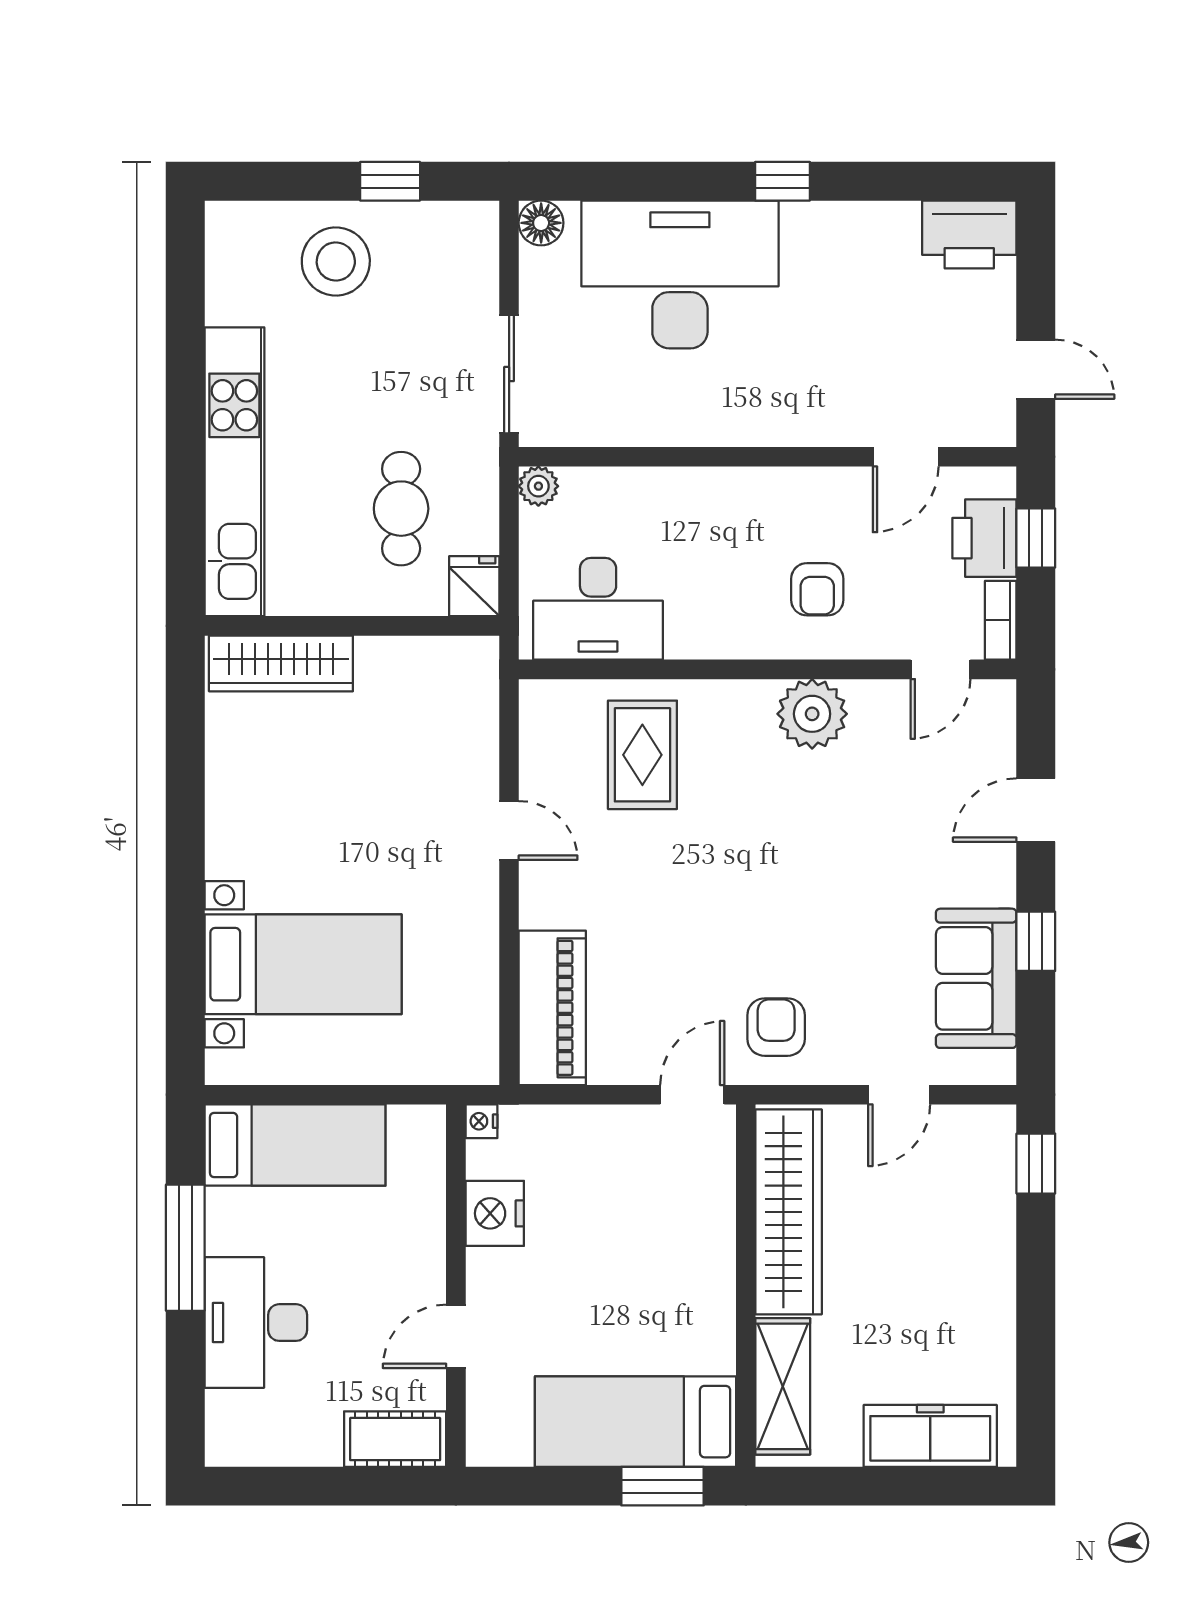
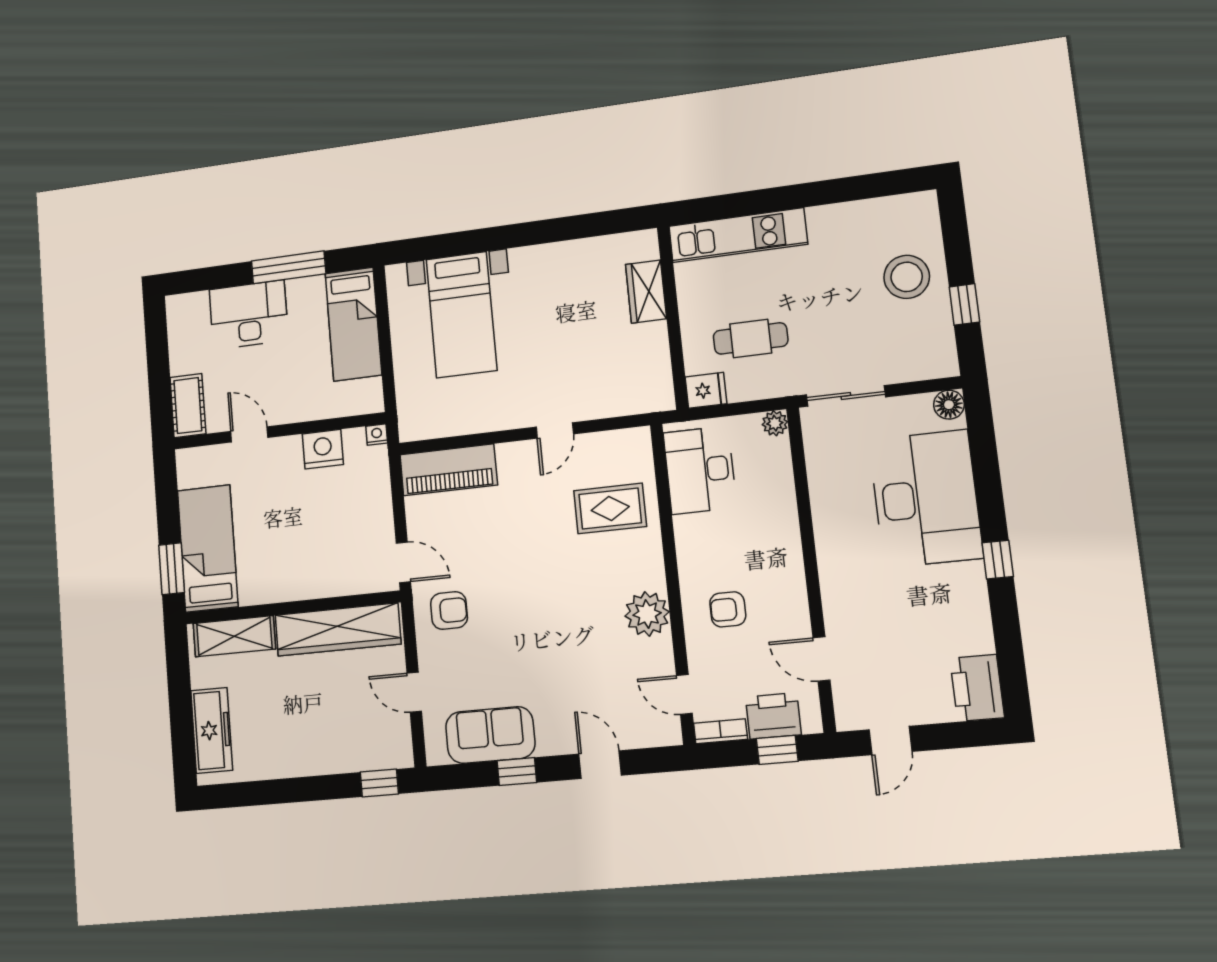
kitchen unit: (234, 472) -> (738, 235), width x0.73
wardrobe: (281, 663) -> (646, 292), width x0.67

